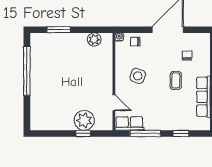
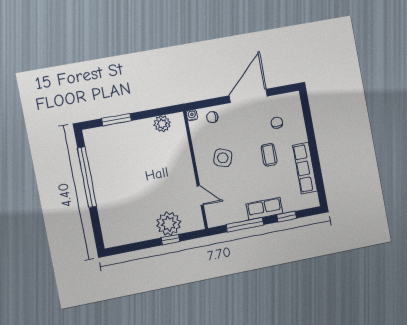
row of seats: (129, 123) -> (264, 209), moved

